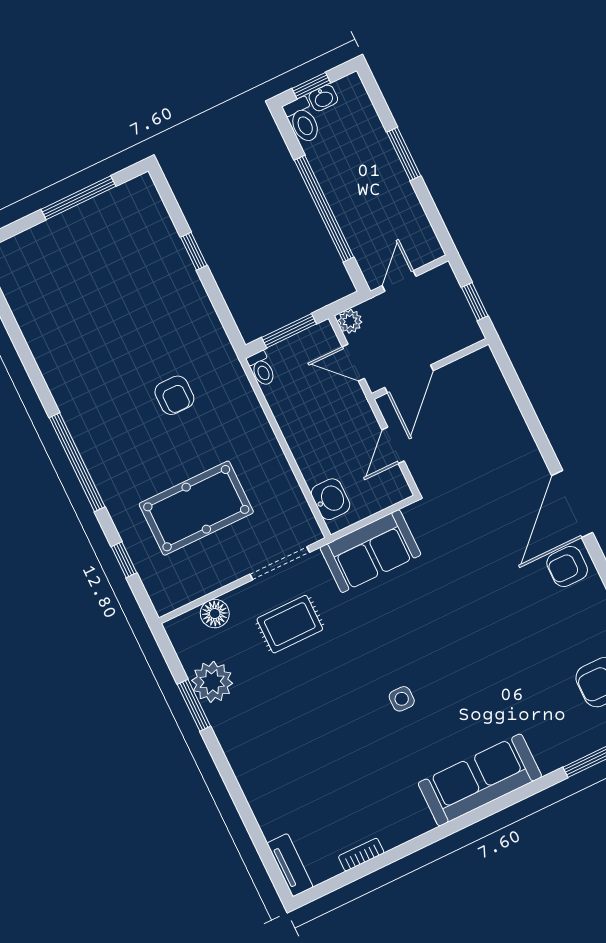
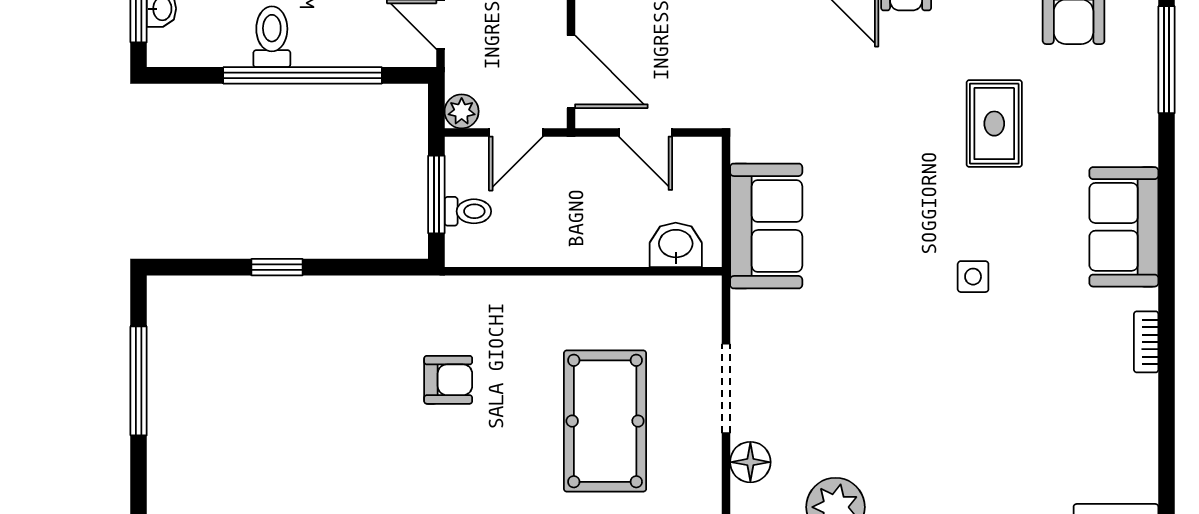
toilet: (303, 120) -> (272, 37), moved, turned -90
toilet: (262, 369) -> (468, 211), moved
doorway: (280, 563) -> (726, 388), moved
rug: (290, 624) -> (994, 124), moved
sofa: (480, 780) -> (1124, 227), width x0.73
bookcase: (361, 855) -> (1146, 342), moved

